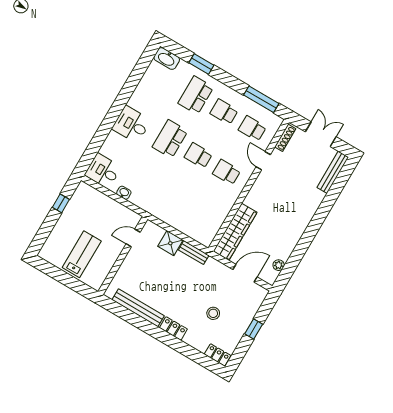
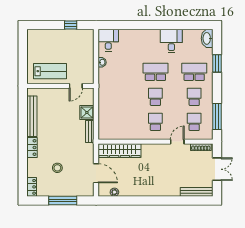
desk: (131, 124) -> (171, 41), moved
door: (133, 238) -> (76, 86), swing flipped
lab bench: (82, 254) -> (50, 71), moved
window: (254, 329) -> (63, 201), width x2.17

